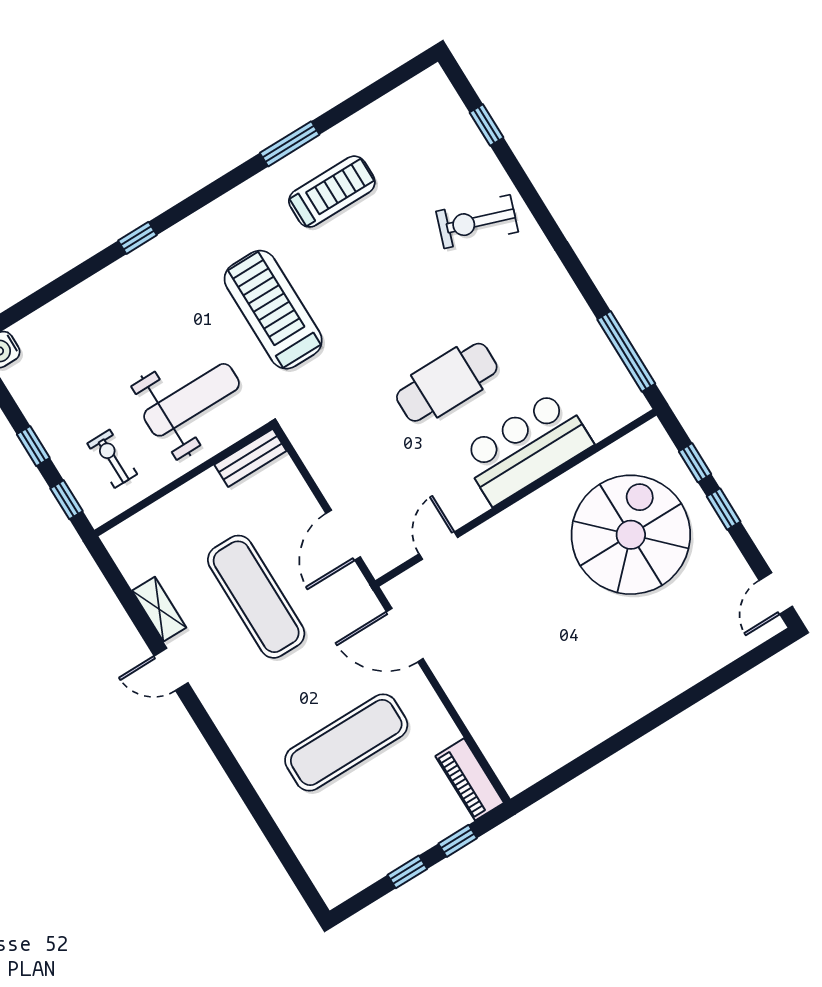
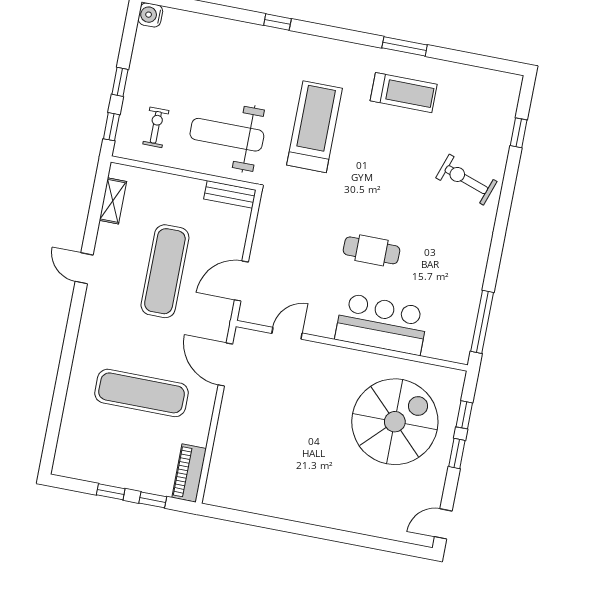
cafe table: (447, 382) -> (371, 250), width x0.73, depth x0.74
weight bench: (192, 400) -> (227, 135), turned 180
shelving: (159, 609) -> (113, 201), moved

